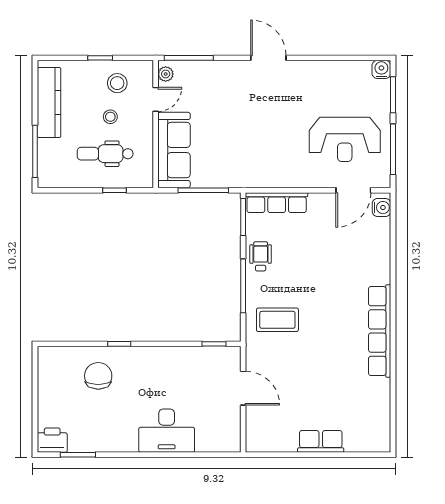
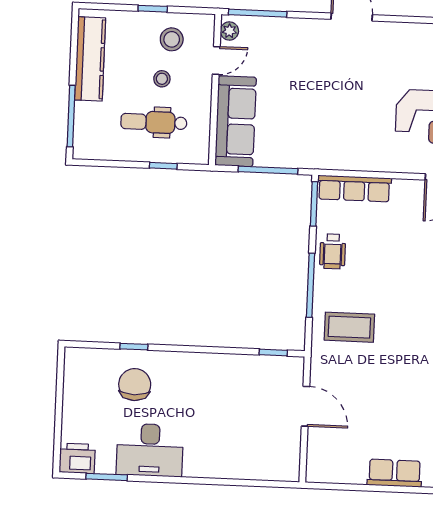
wheelchair: (261, 256) -> (333, 251), turned 180
window: (119, 344) -> (134, 347), moved
desk: (167, 431) -> (150, 450), moved

